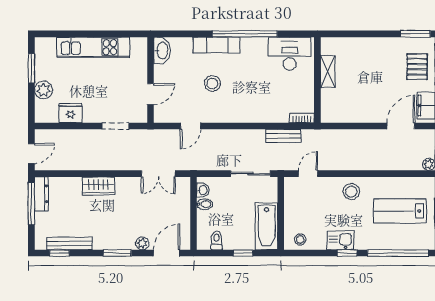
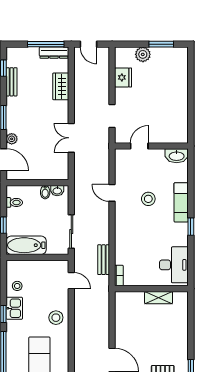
window: (245, 34) -> (191, 227), width x0.32
kitchen unit: (93, 47) -> (179, 97), removed
door: (151, 94) -> (139, 146), swing flipped
door: (190, 126) -> (112, 193), moved
double door: (158, 174) -> (71, 138), moved
wardrobe: (98, 186) -> (61, 86), moved
stool: (300, 239) -> (17, 286), moved
bench: (69, 243) -> (12, 82), width x0.73

